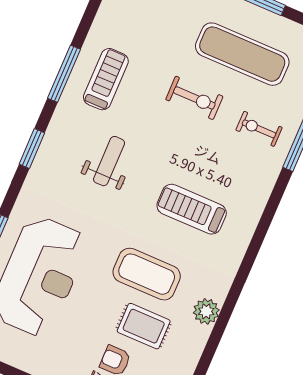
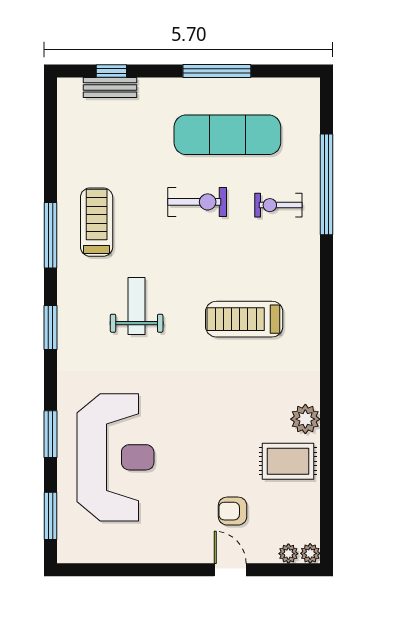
coffee table: (147, 274) -> (226, 407), removed
rug: (144, 326) -> (288, 461), moved

